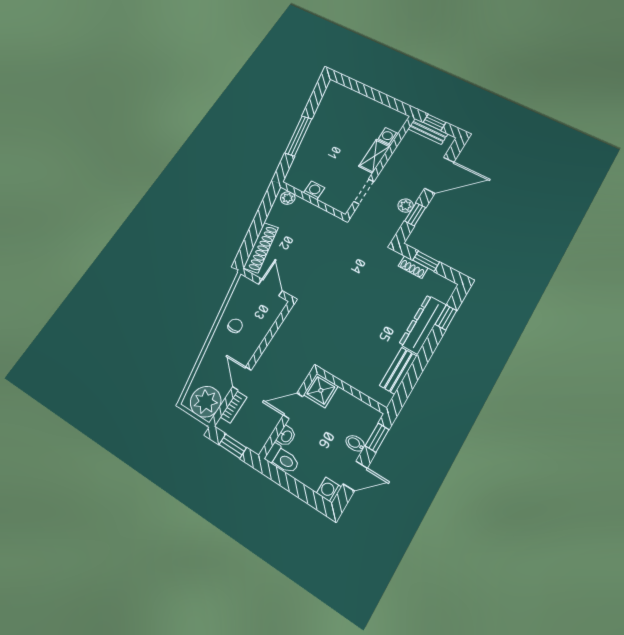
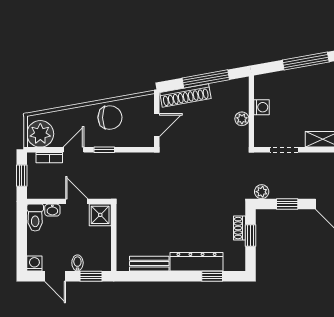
plant: (288, 198) -> (242, 119), moved
plant: (406, 206) -> (262, 192), moved
window: (258, 223) -> (206, 79), added
chair: (235, 326) -> (110, 118), width x1.87, depth x1.87
window: (261, 349) -> (104, 150), added

